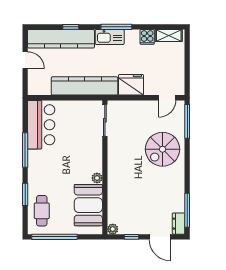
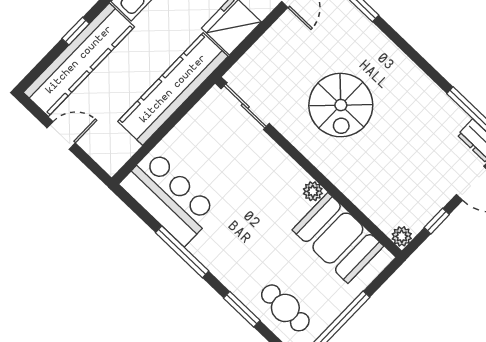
spiral stairs: (163, 149) -> (341, 105), moved

